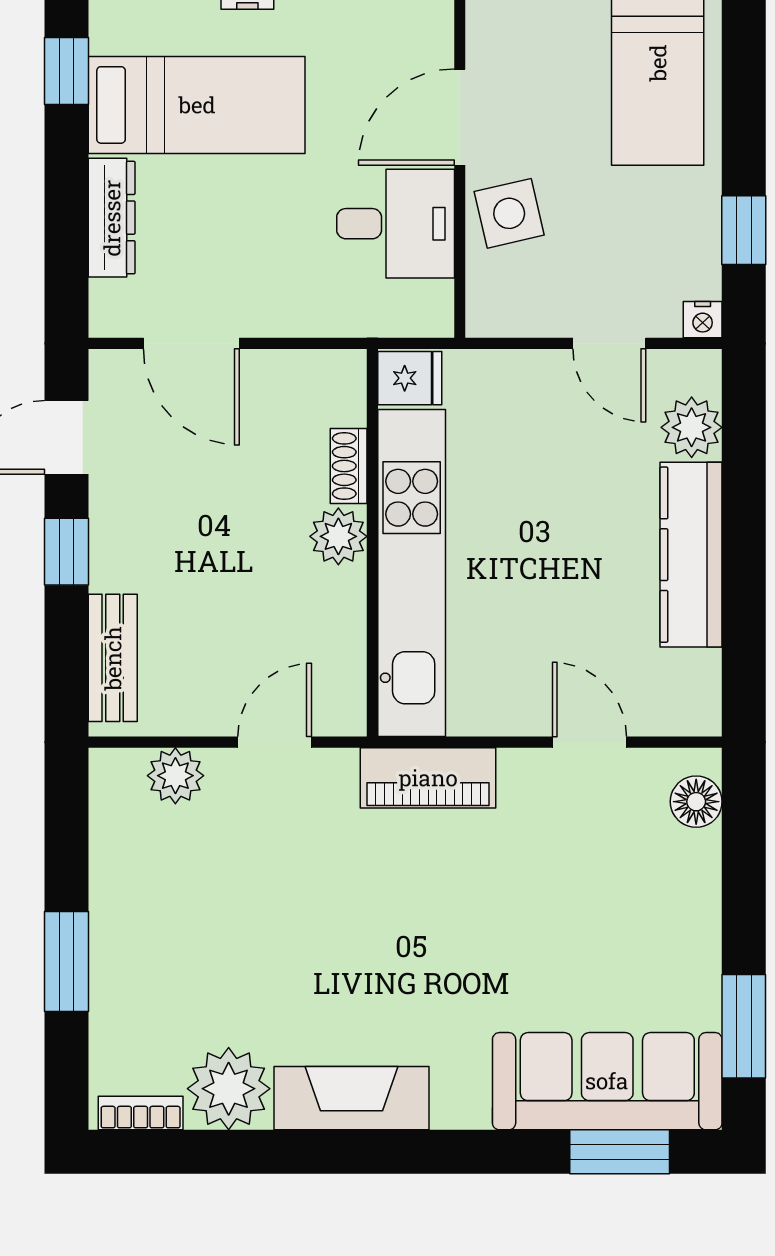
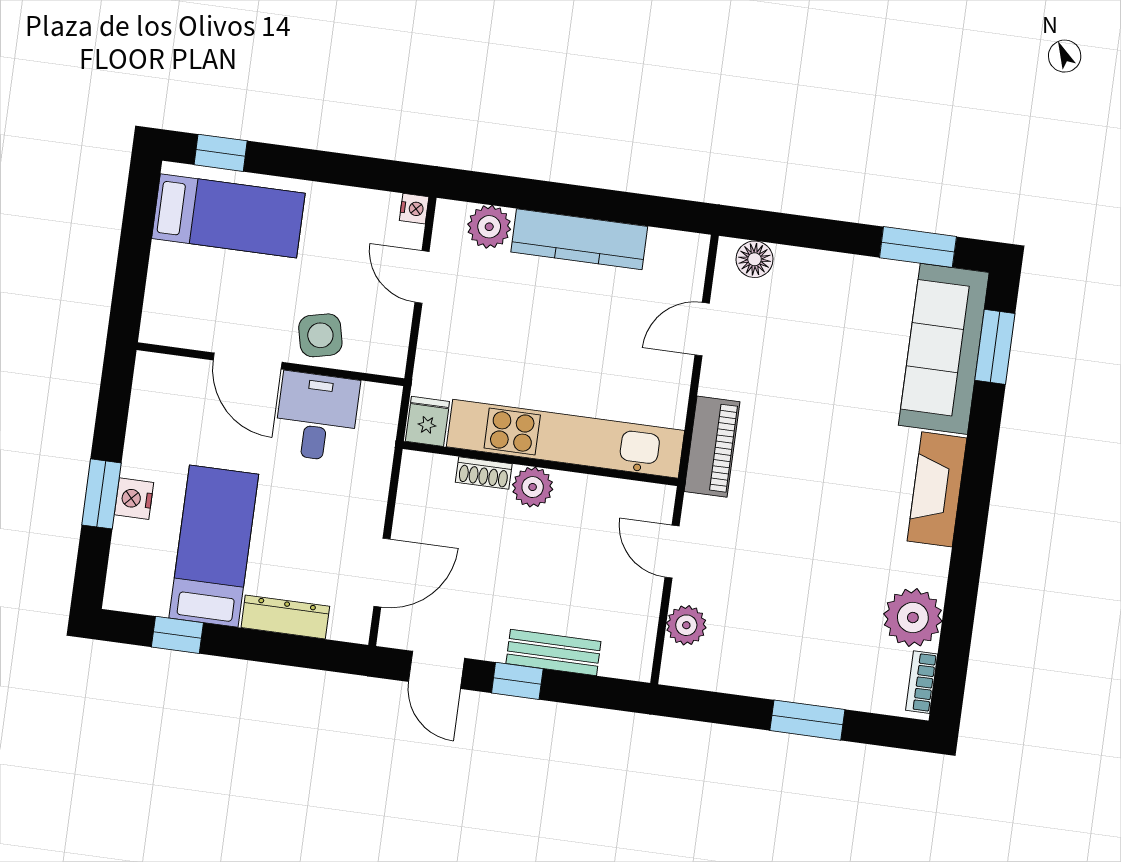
window: (744, 230) -> (221, 153), moved
door: (609, 343) -> (422, 277), swing flipped
bench: (113, 658) -> (553, 652), moved
fireplace: (351, 1098) -> (937, 489), moved

